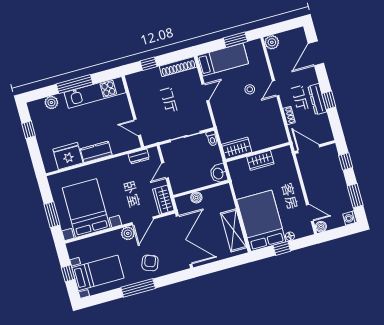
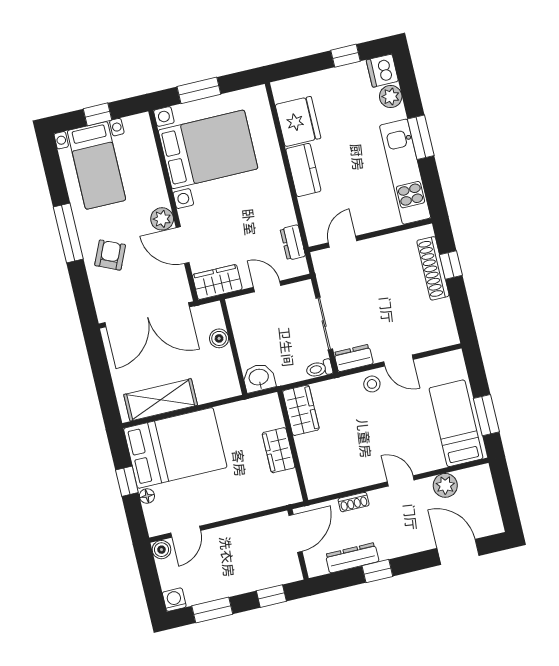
plant: (272, 42) -> (445, 485), moved
bed: (223, 60) -> (456, 423), moved, turned 180
shoe rack: (178, 67) -> (433, 268), moved
window: (75, 84) -> (421, 137), width x0.69
stool: (250, 89) -> (372, 384), moved
dresser: (317, 99) -> (352, 558), moved
dishwasher: (36, 108) -> (382, 71), added
dresser: (205, 119) -> (354, 358), added
armchair: (150, 263) -> (110, 255), turned -87

